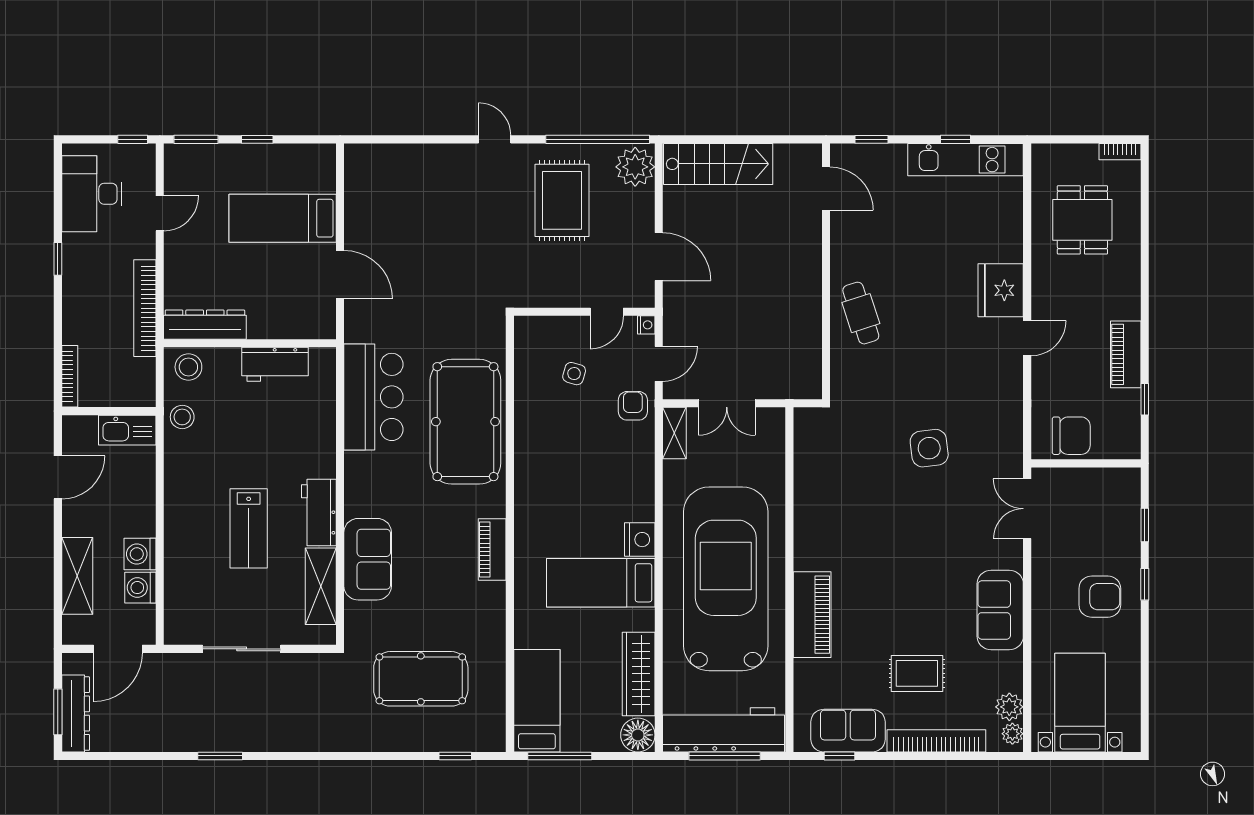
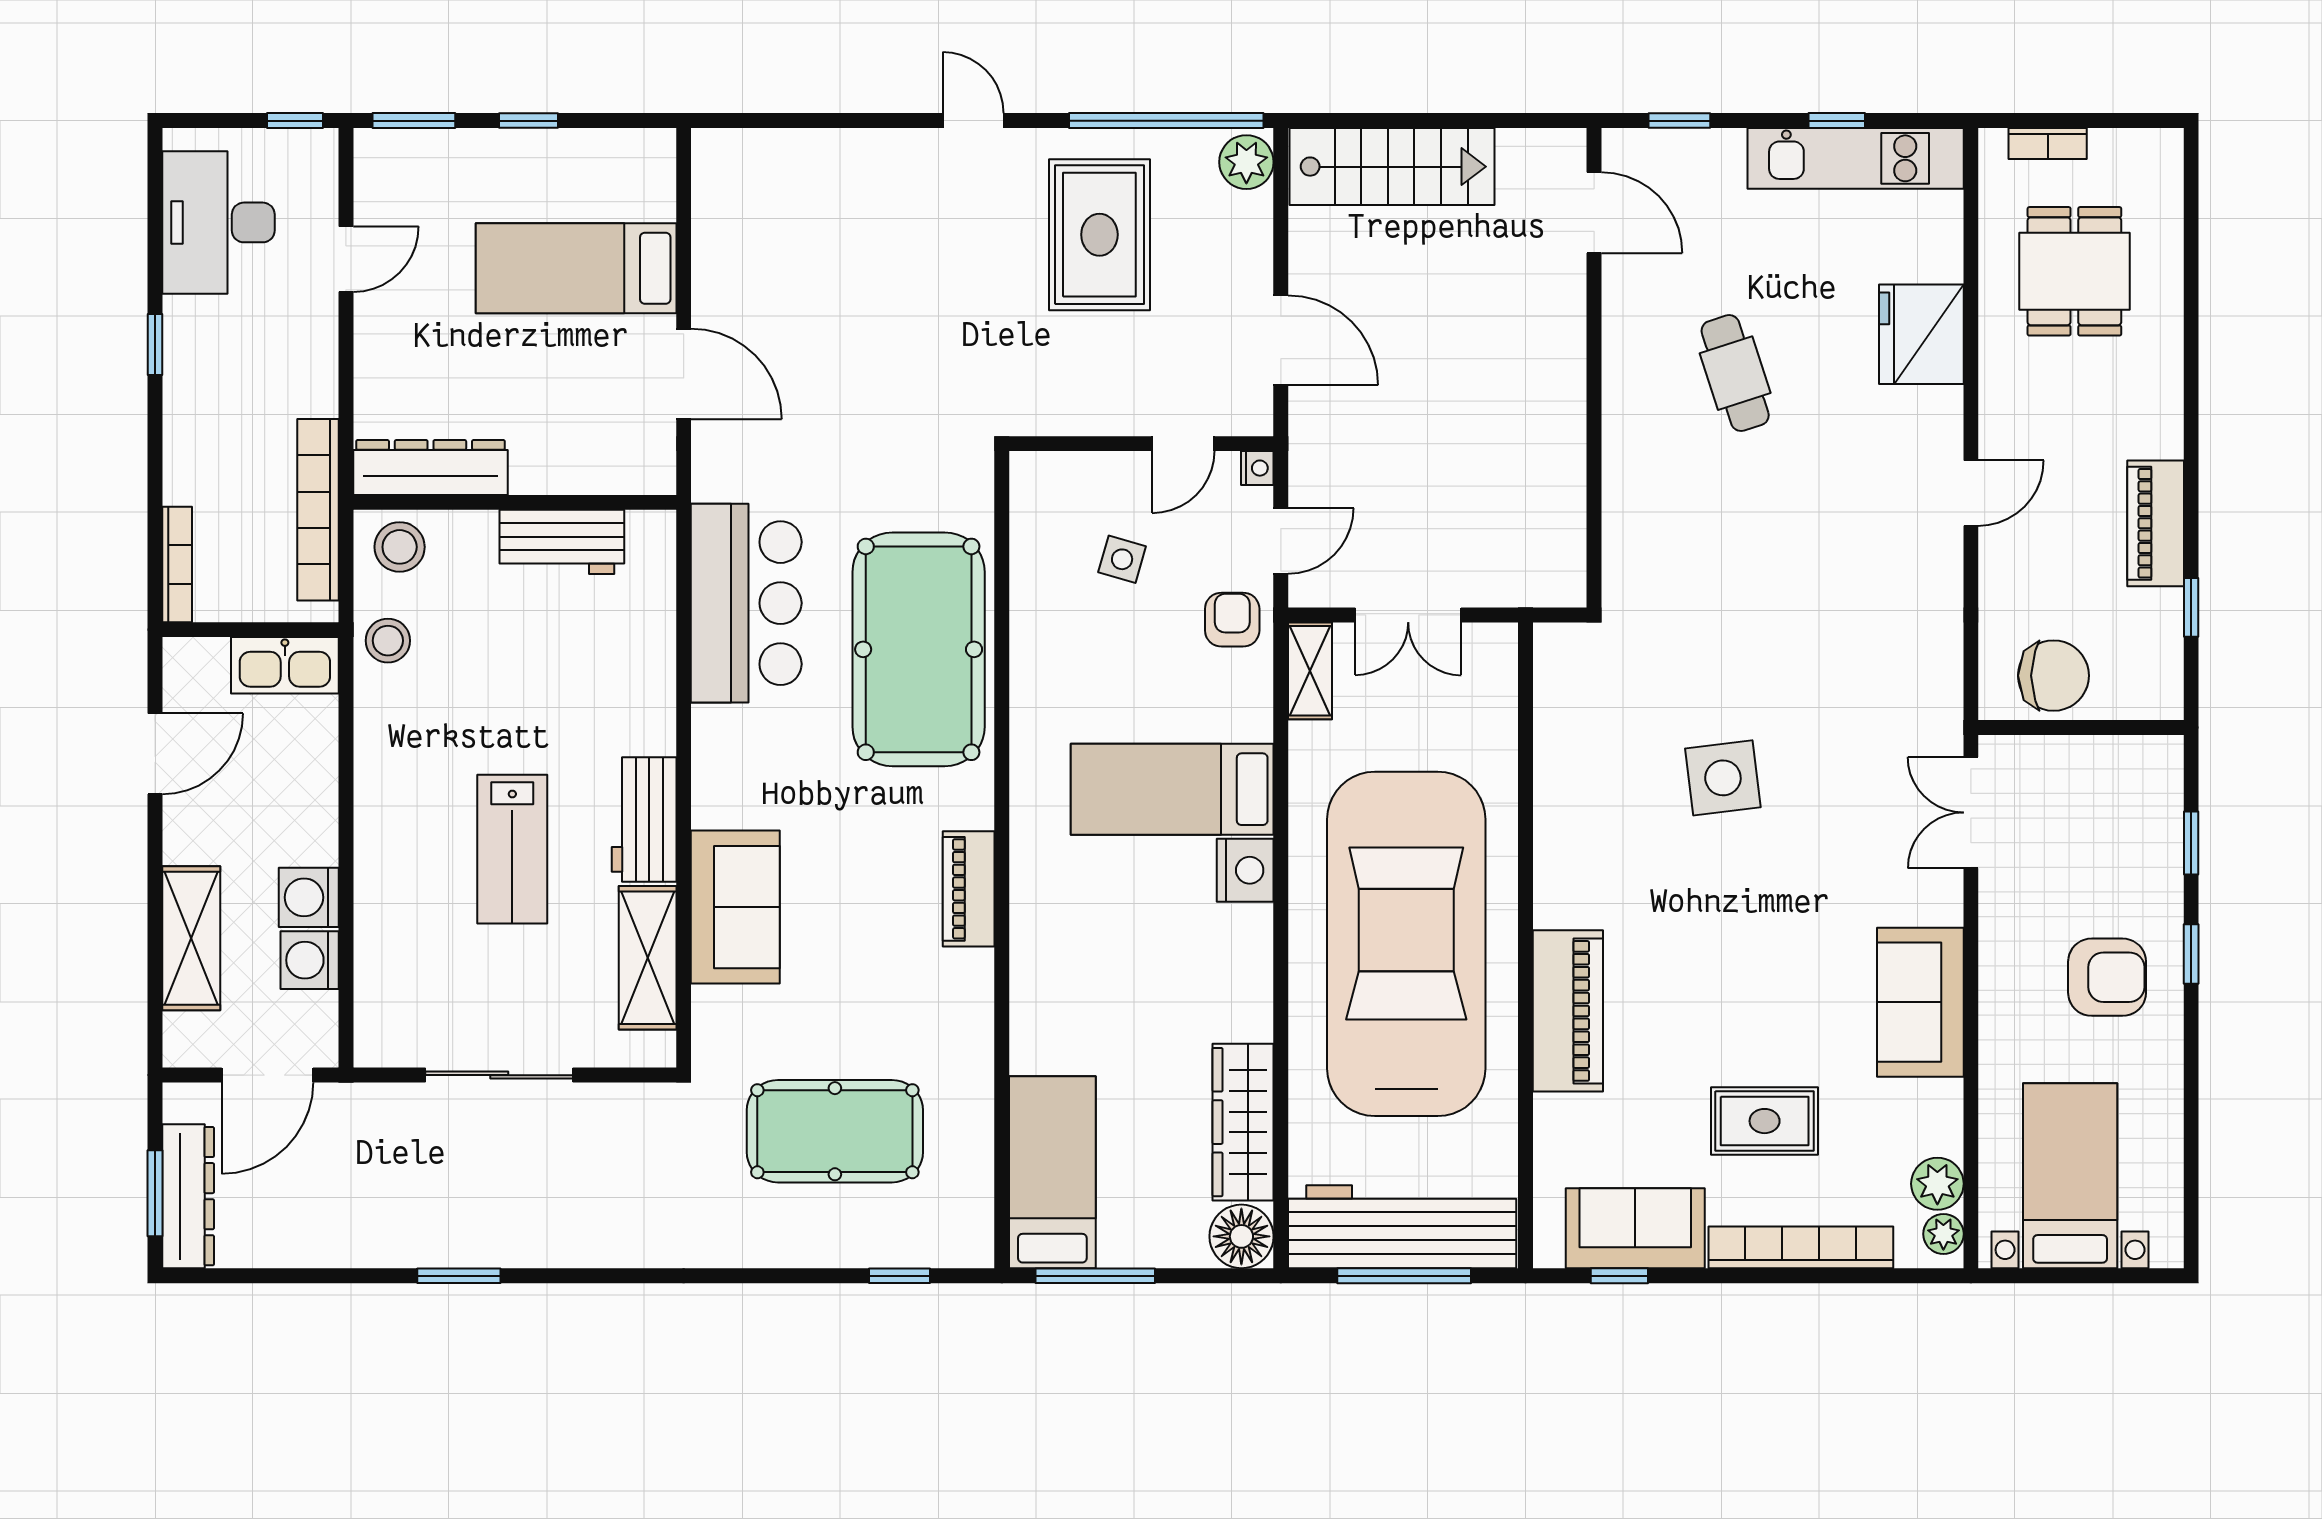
bookcase: (1120, 152) -> (2048, 144), moved
plant: (635, 167) -> (1246, 162), width x0.73, depth x0.73
fridge: (1001, 290) -> (1921, 334), moved
bookcase: (145, 308) -> (318, 510), moved
cafe table: (861, 313) -> (1735, 373), moved
side table: (929, 448) -> (1723, 778), moved
bed: (601, 583) -> (1172, 789), moved

